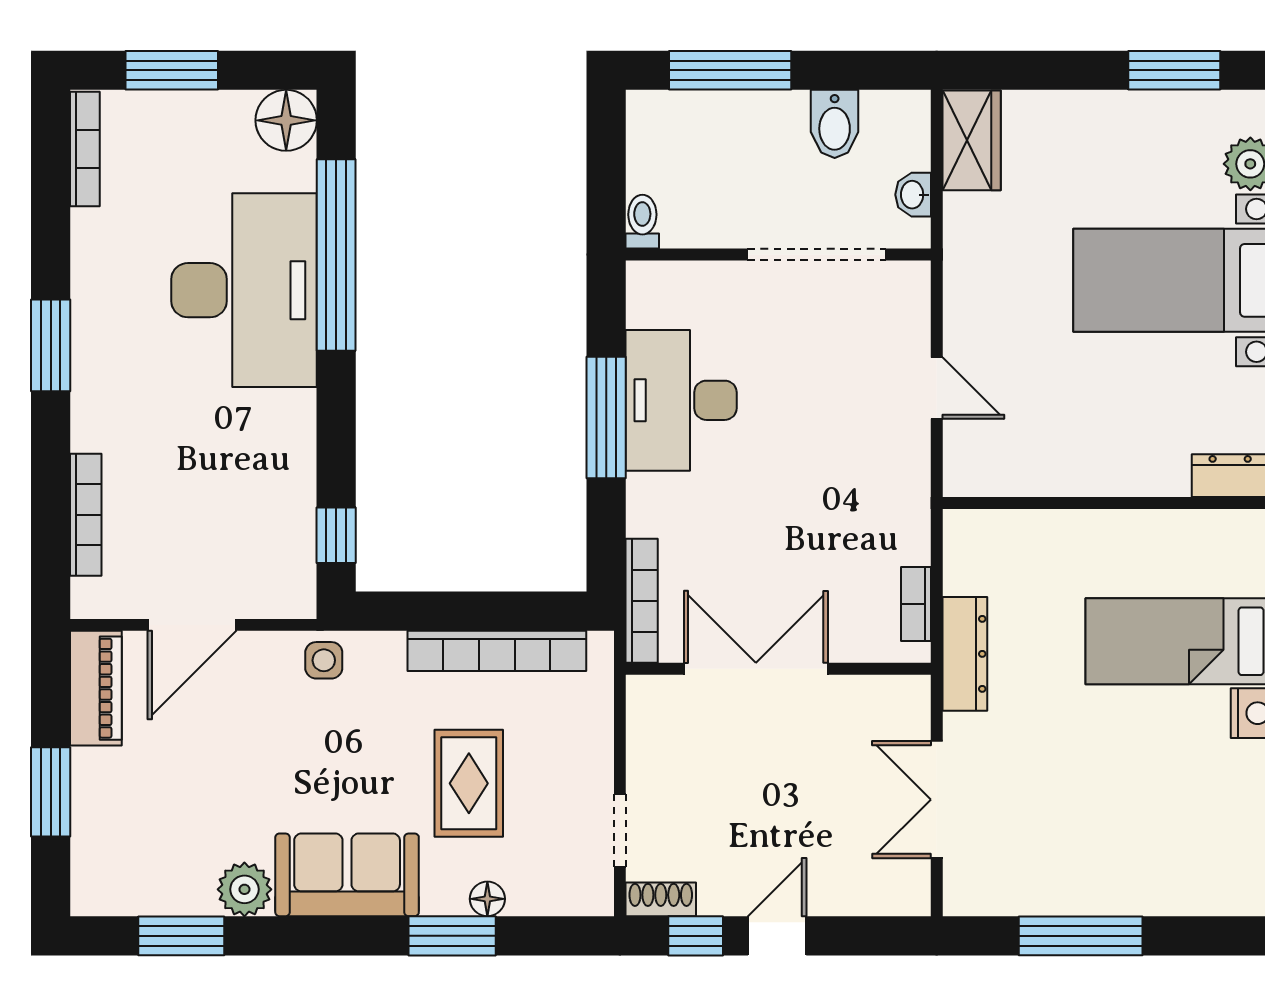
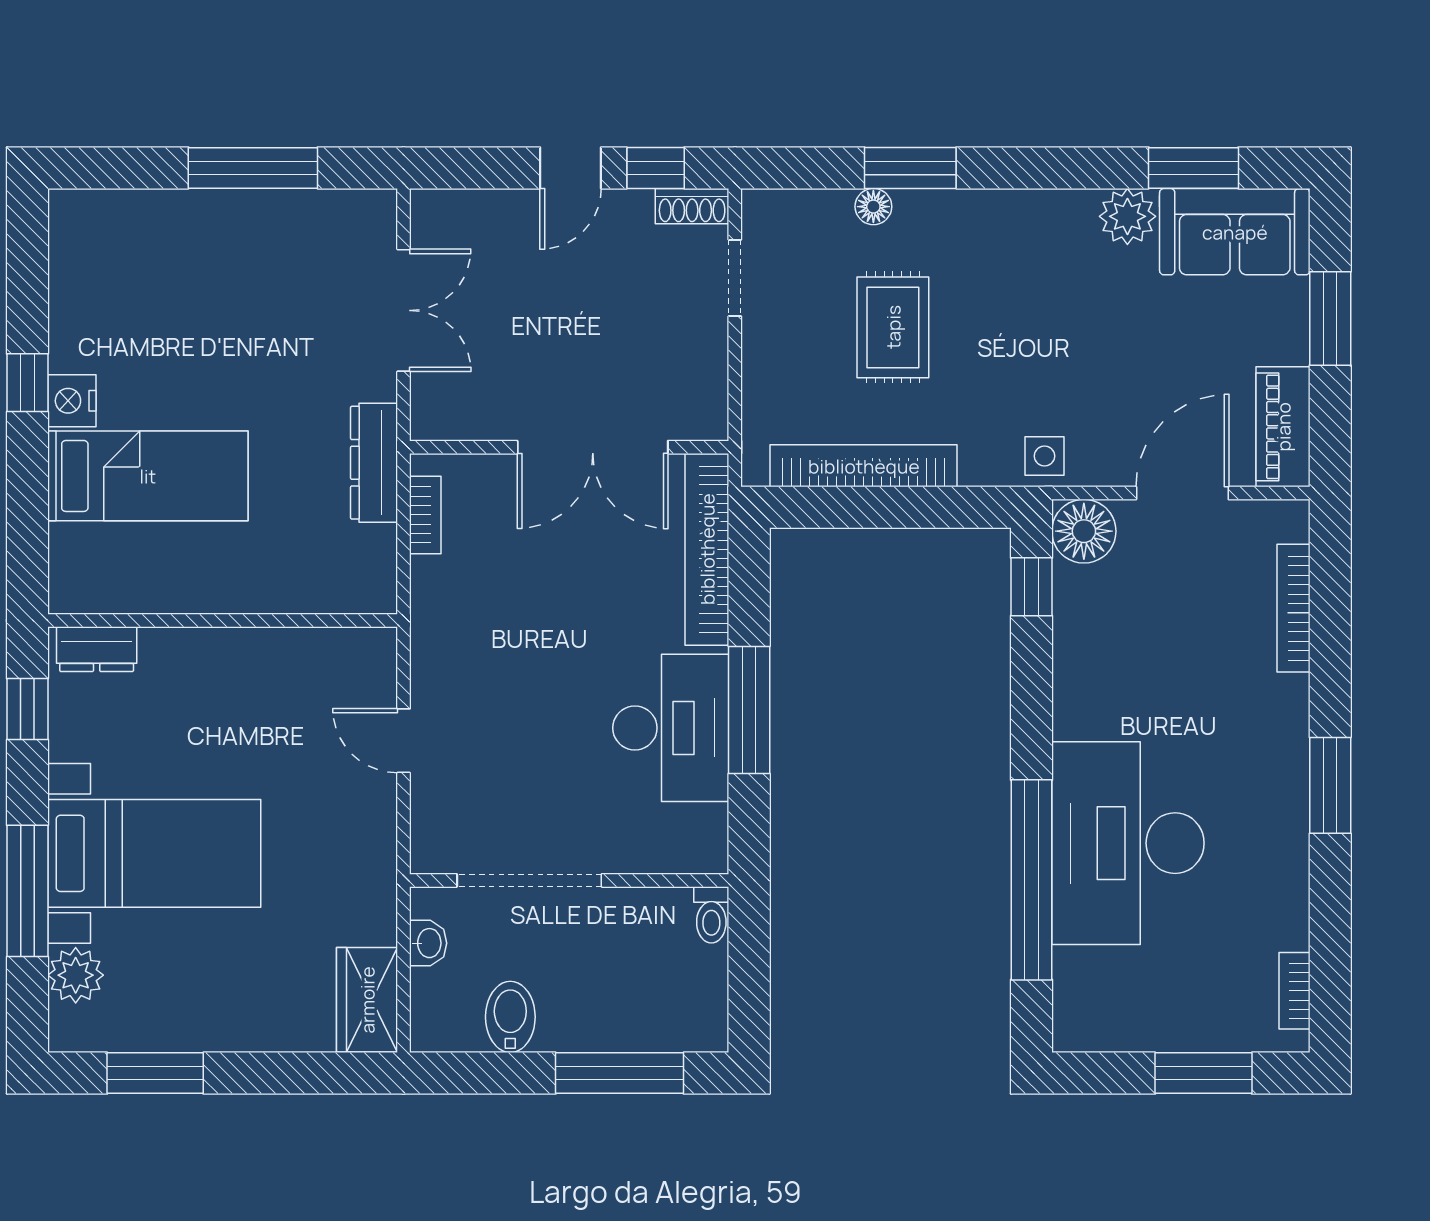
floor lamp: (286, 120) -> (1084, 531), moved
bookcase: (85, 149) -> (1294, 991), width x0.64
bookcase: (642, 601) -> (707, 549), width x1.48, depth x1.31
sofa: (347, 875) -> (1235, 232), moved

